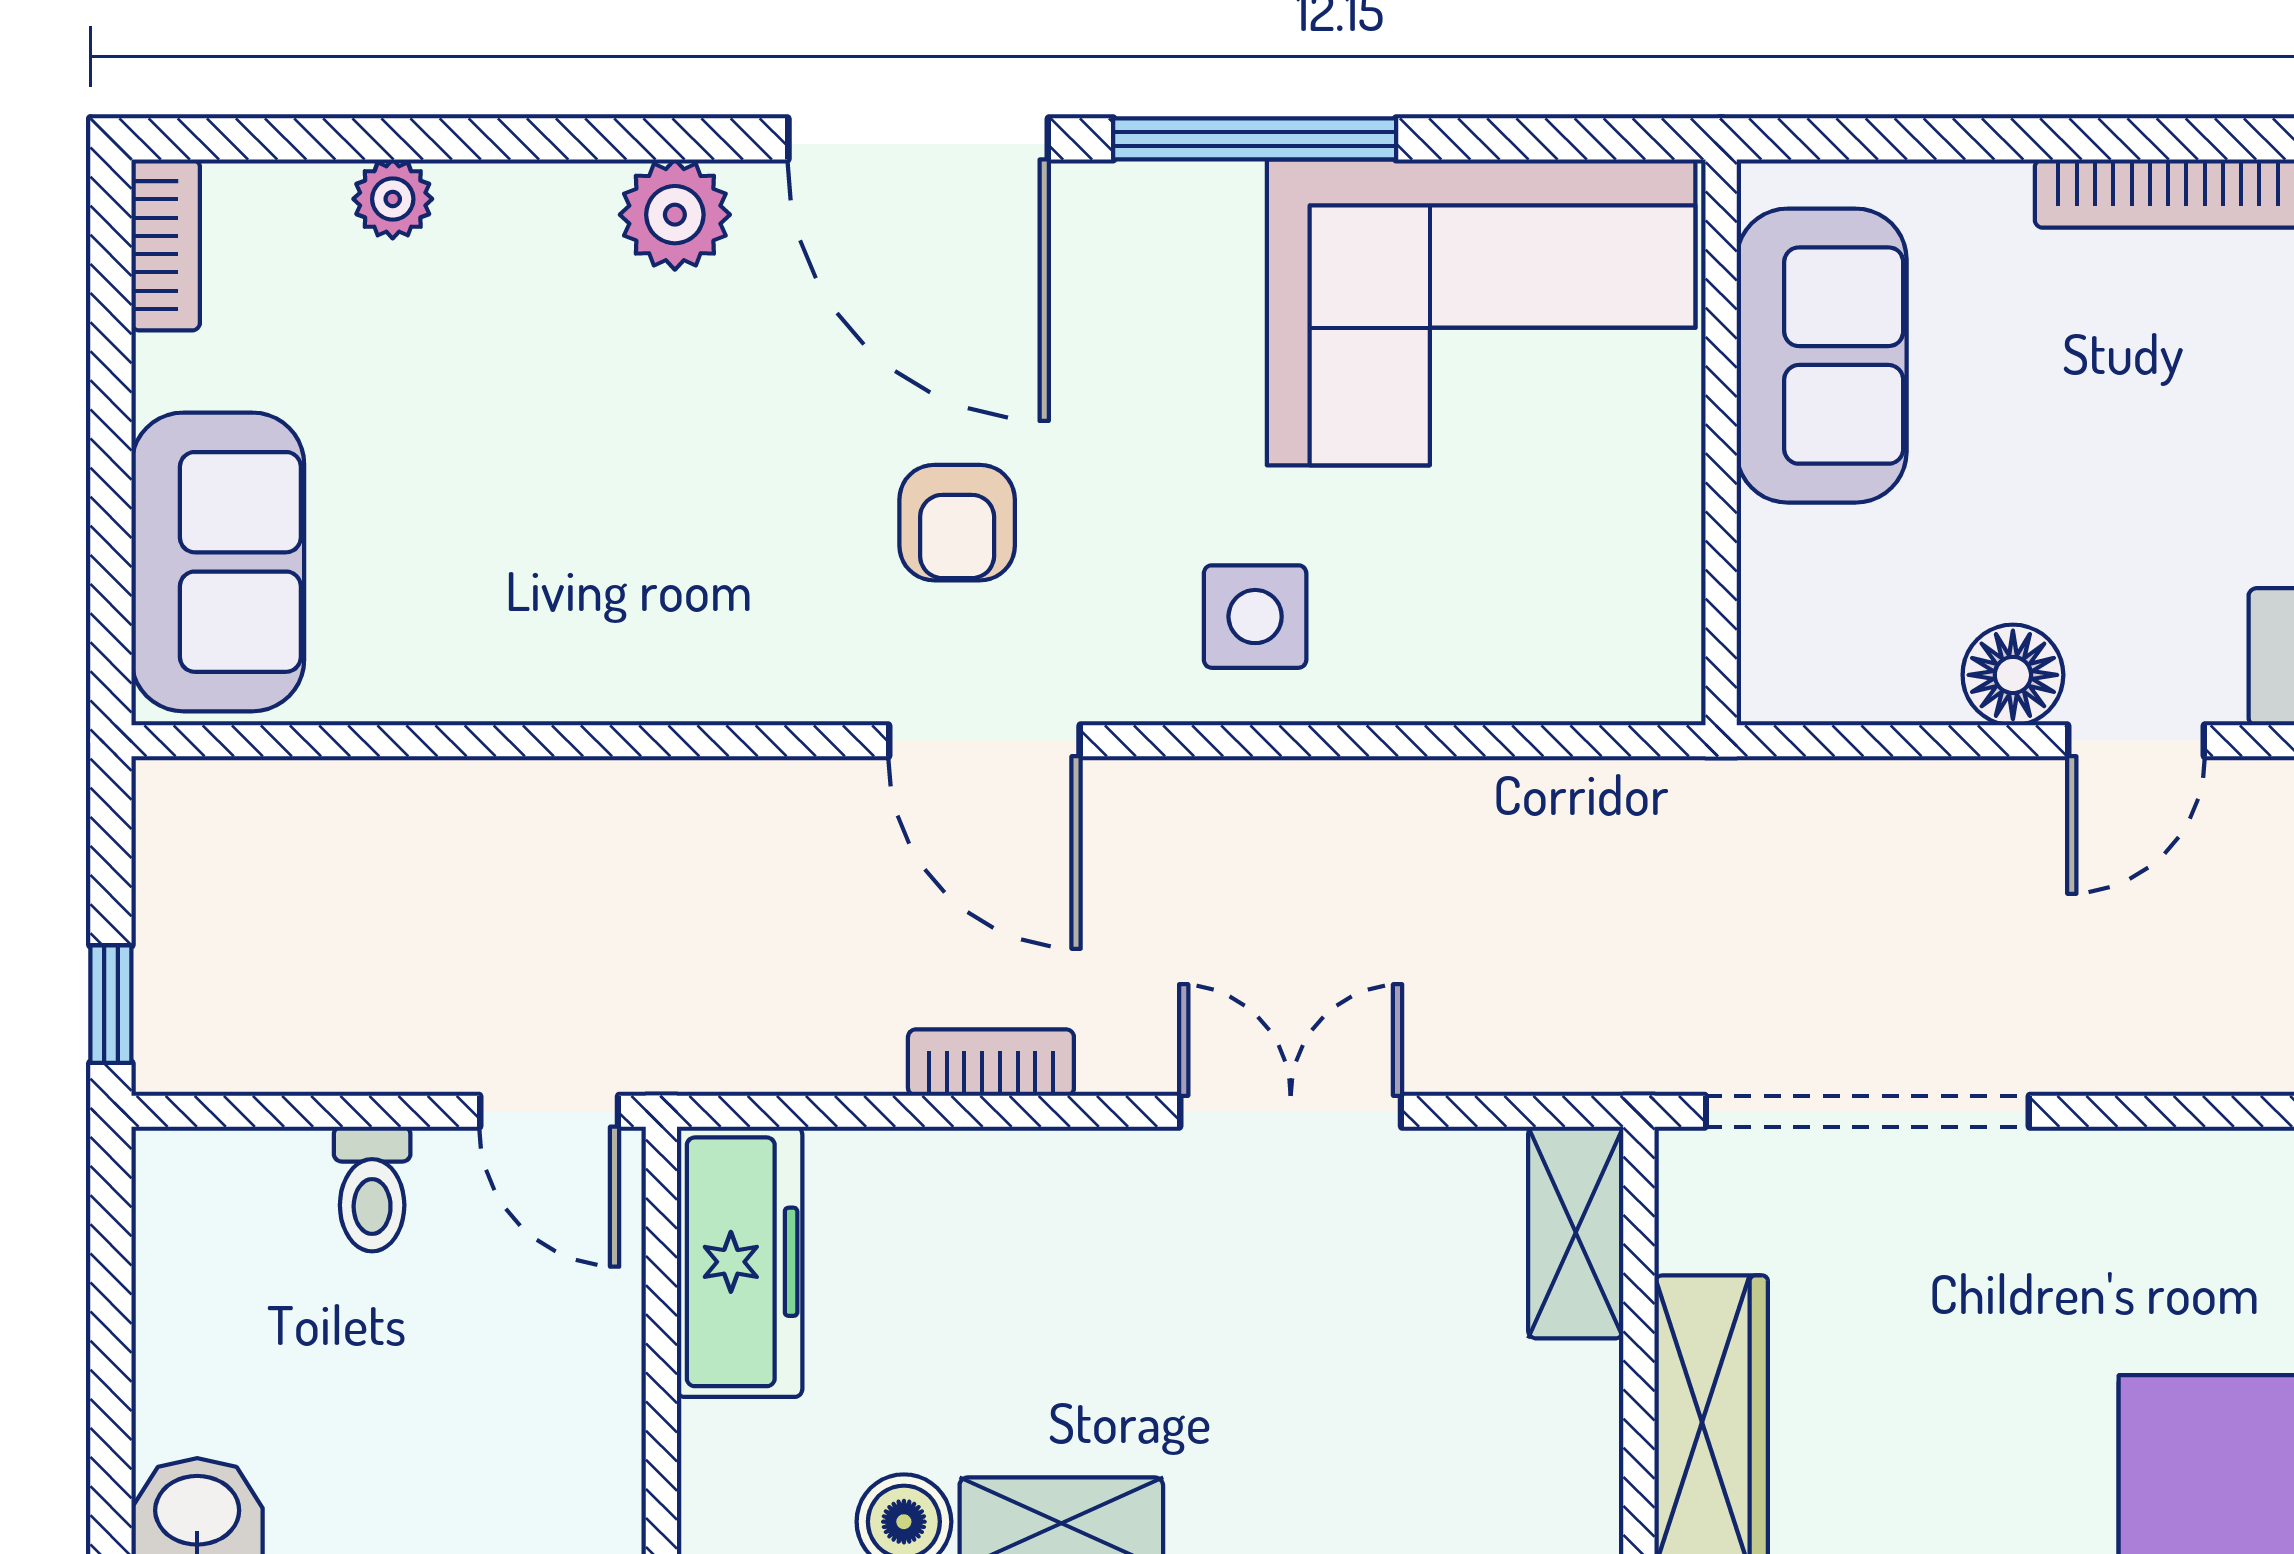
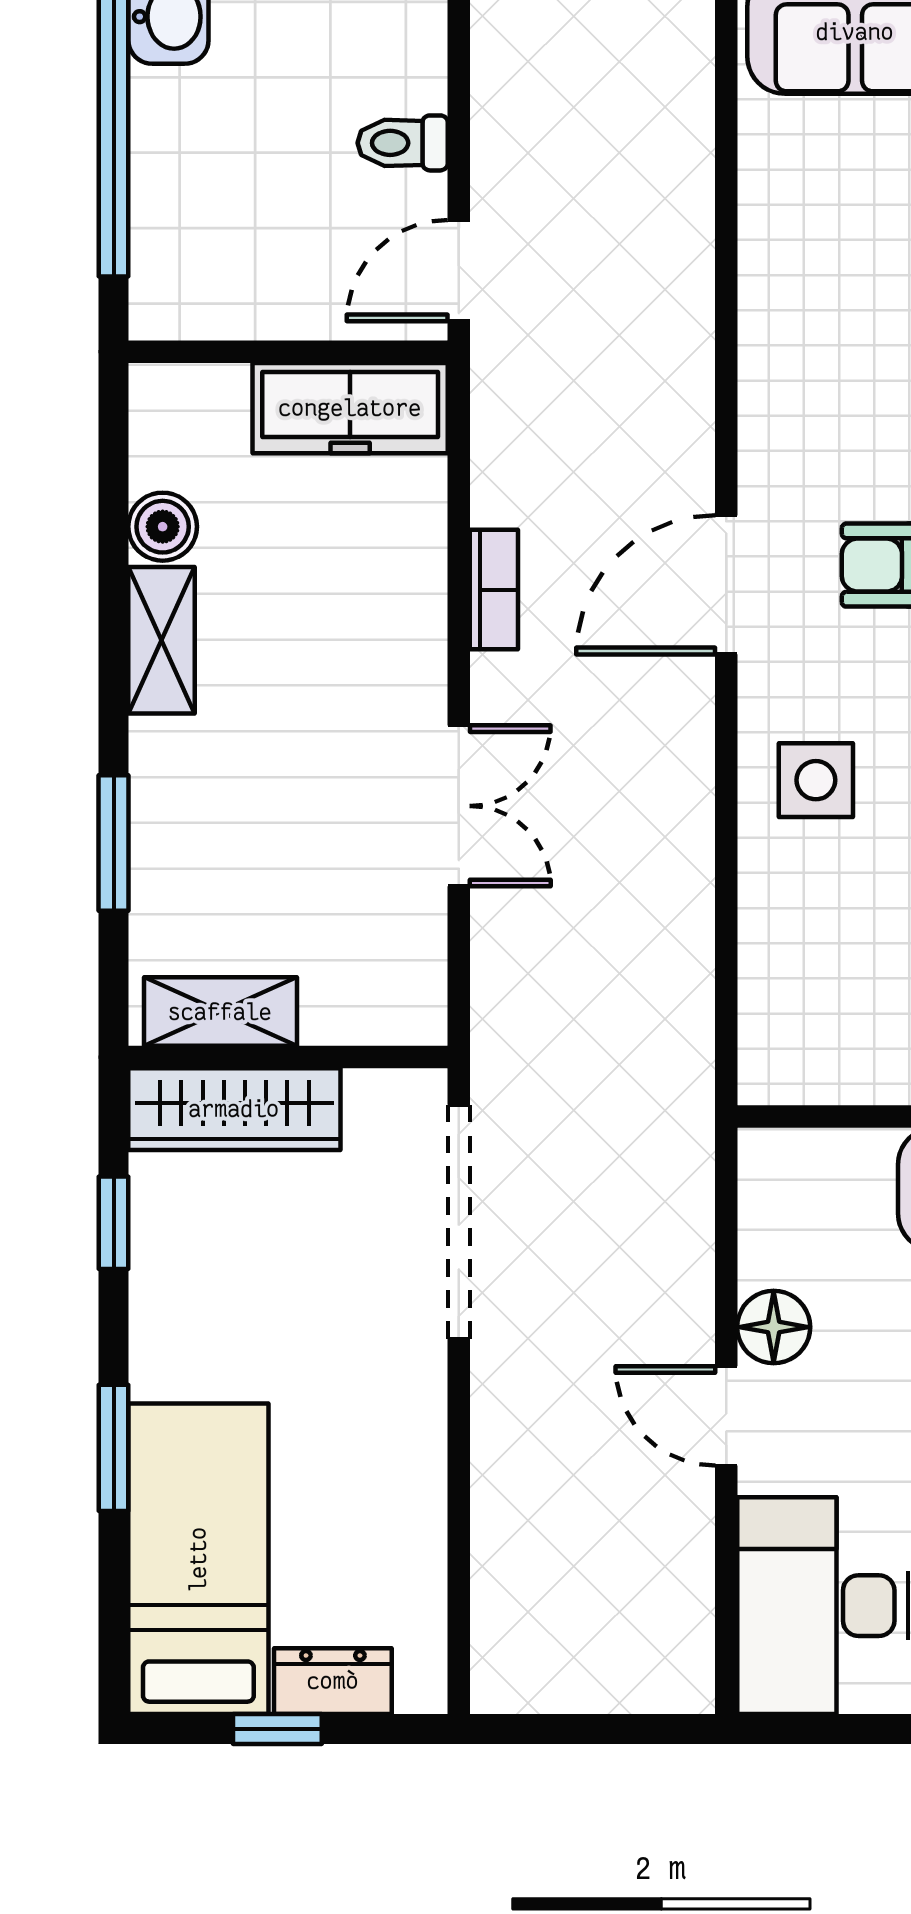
shelving: (1576, 1233) -> (220, 1012), moved

